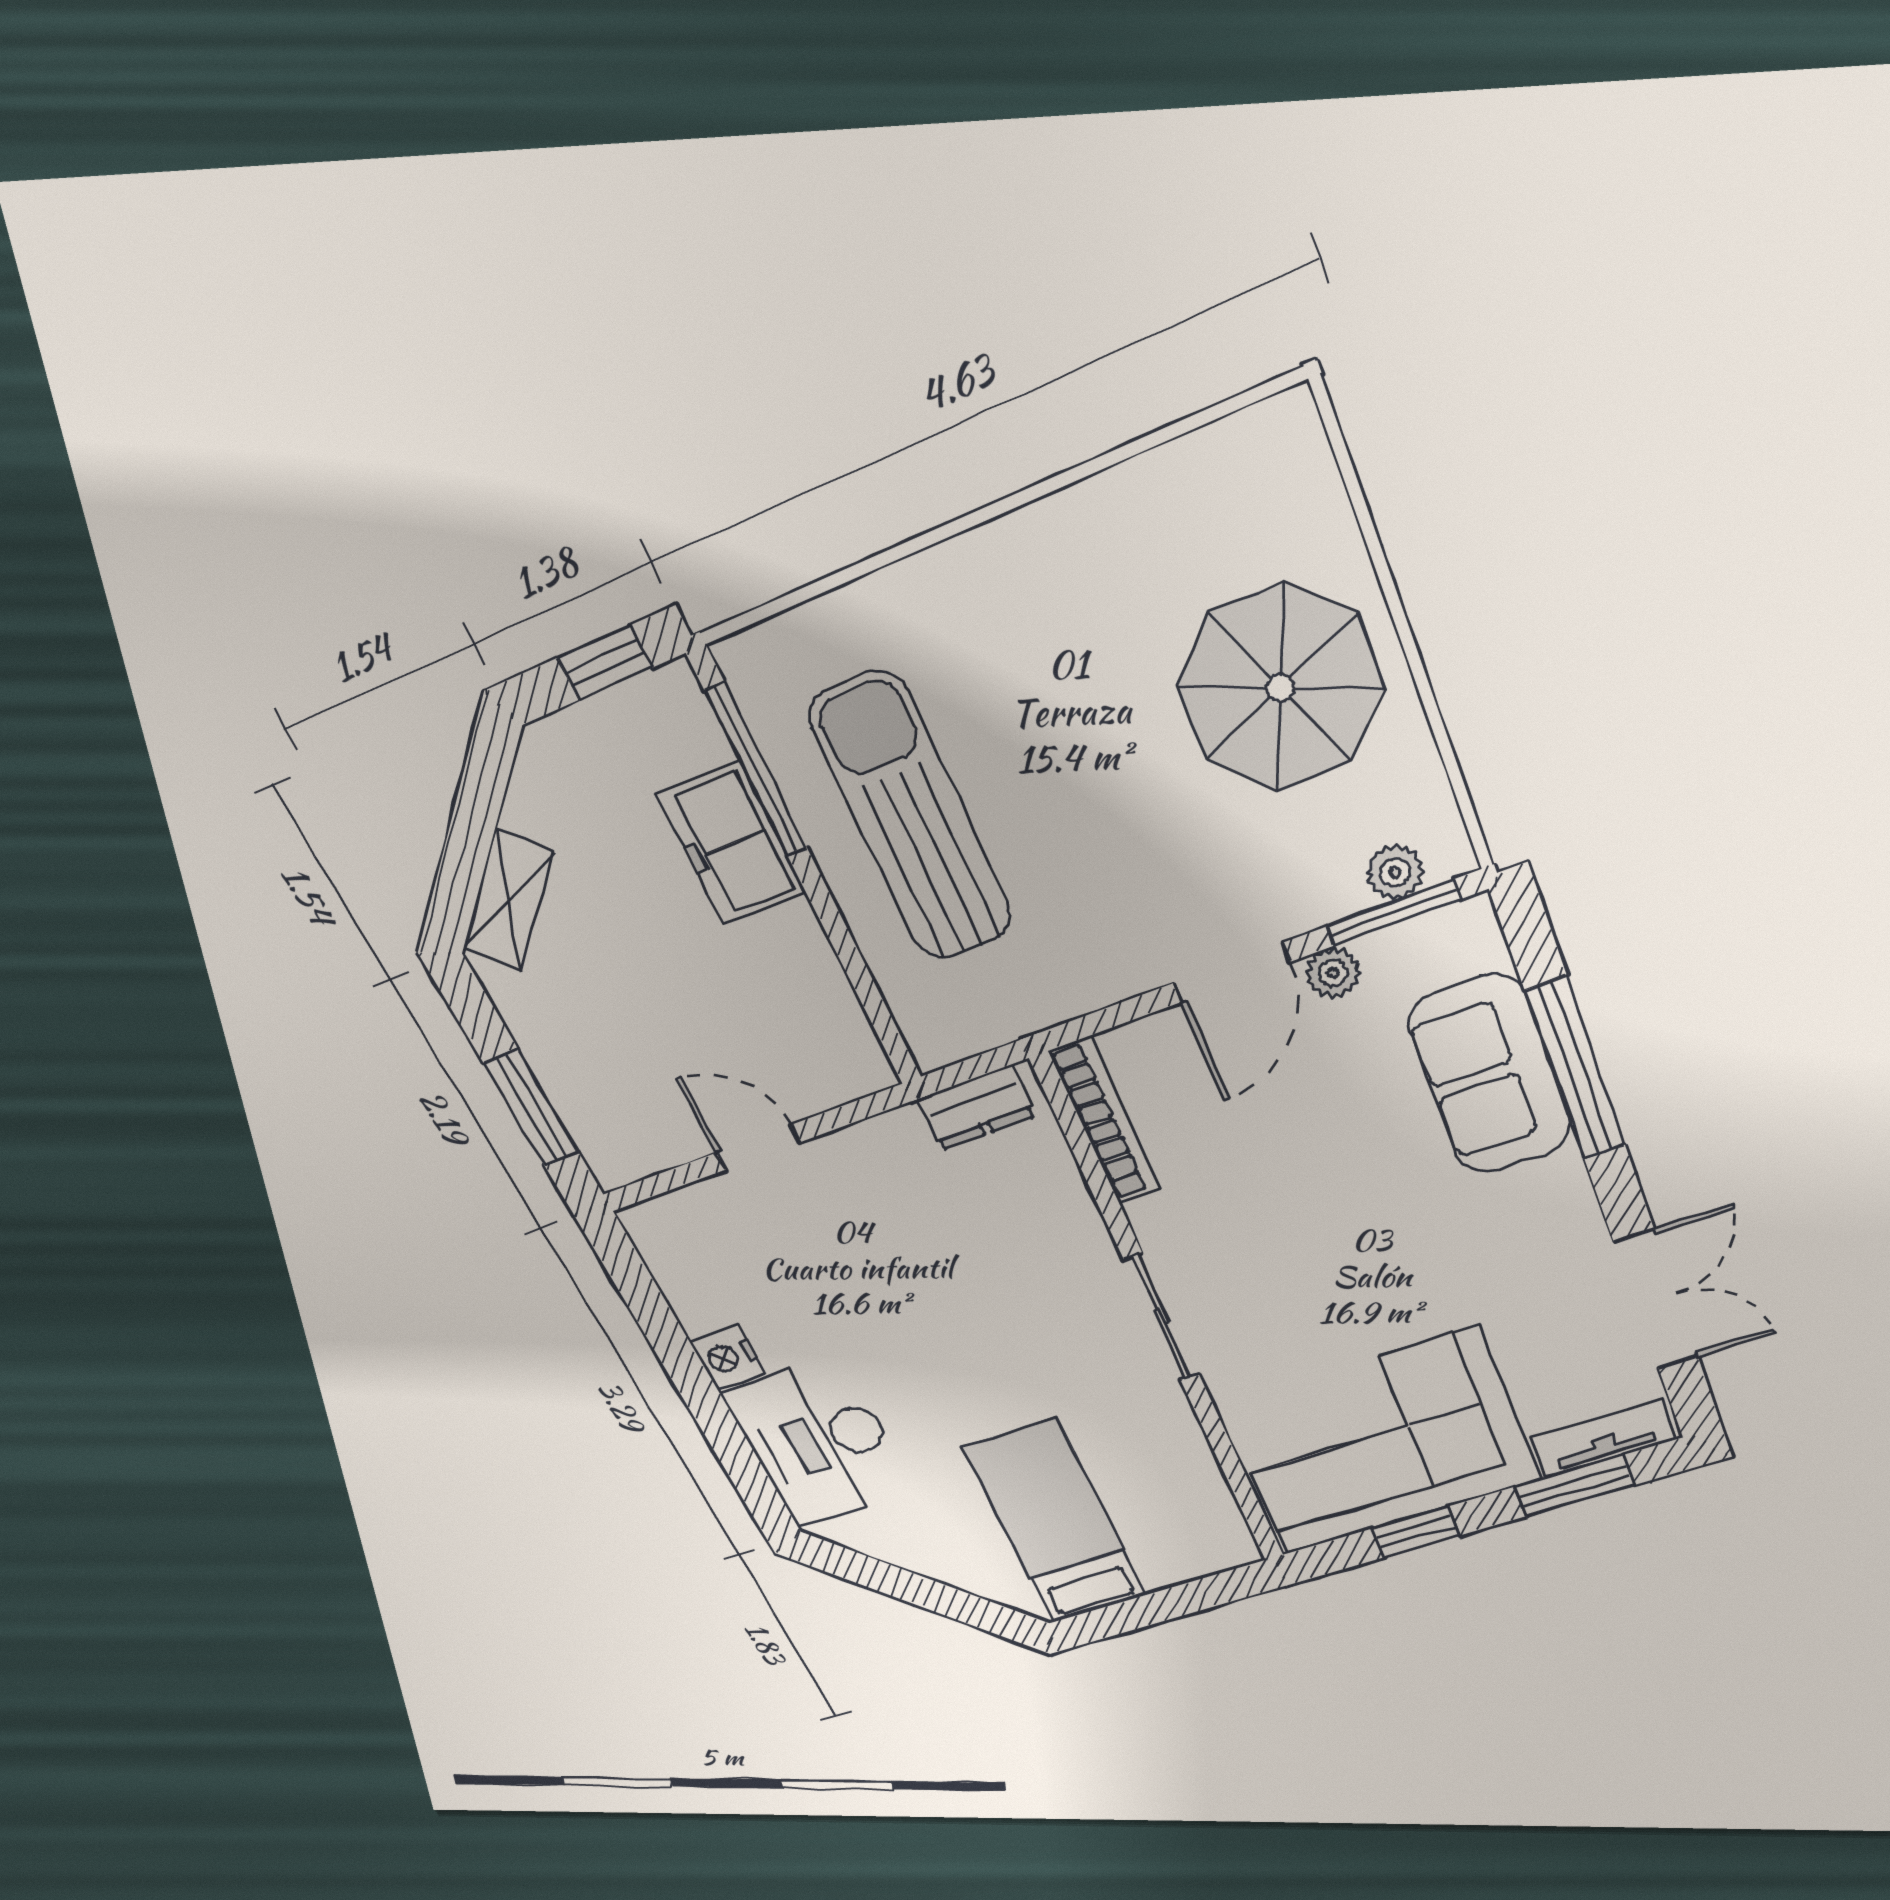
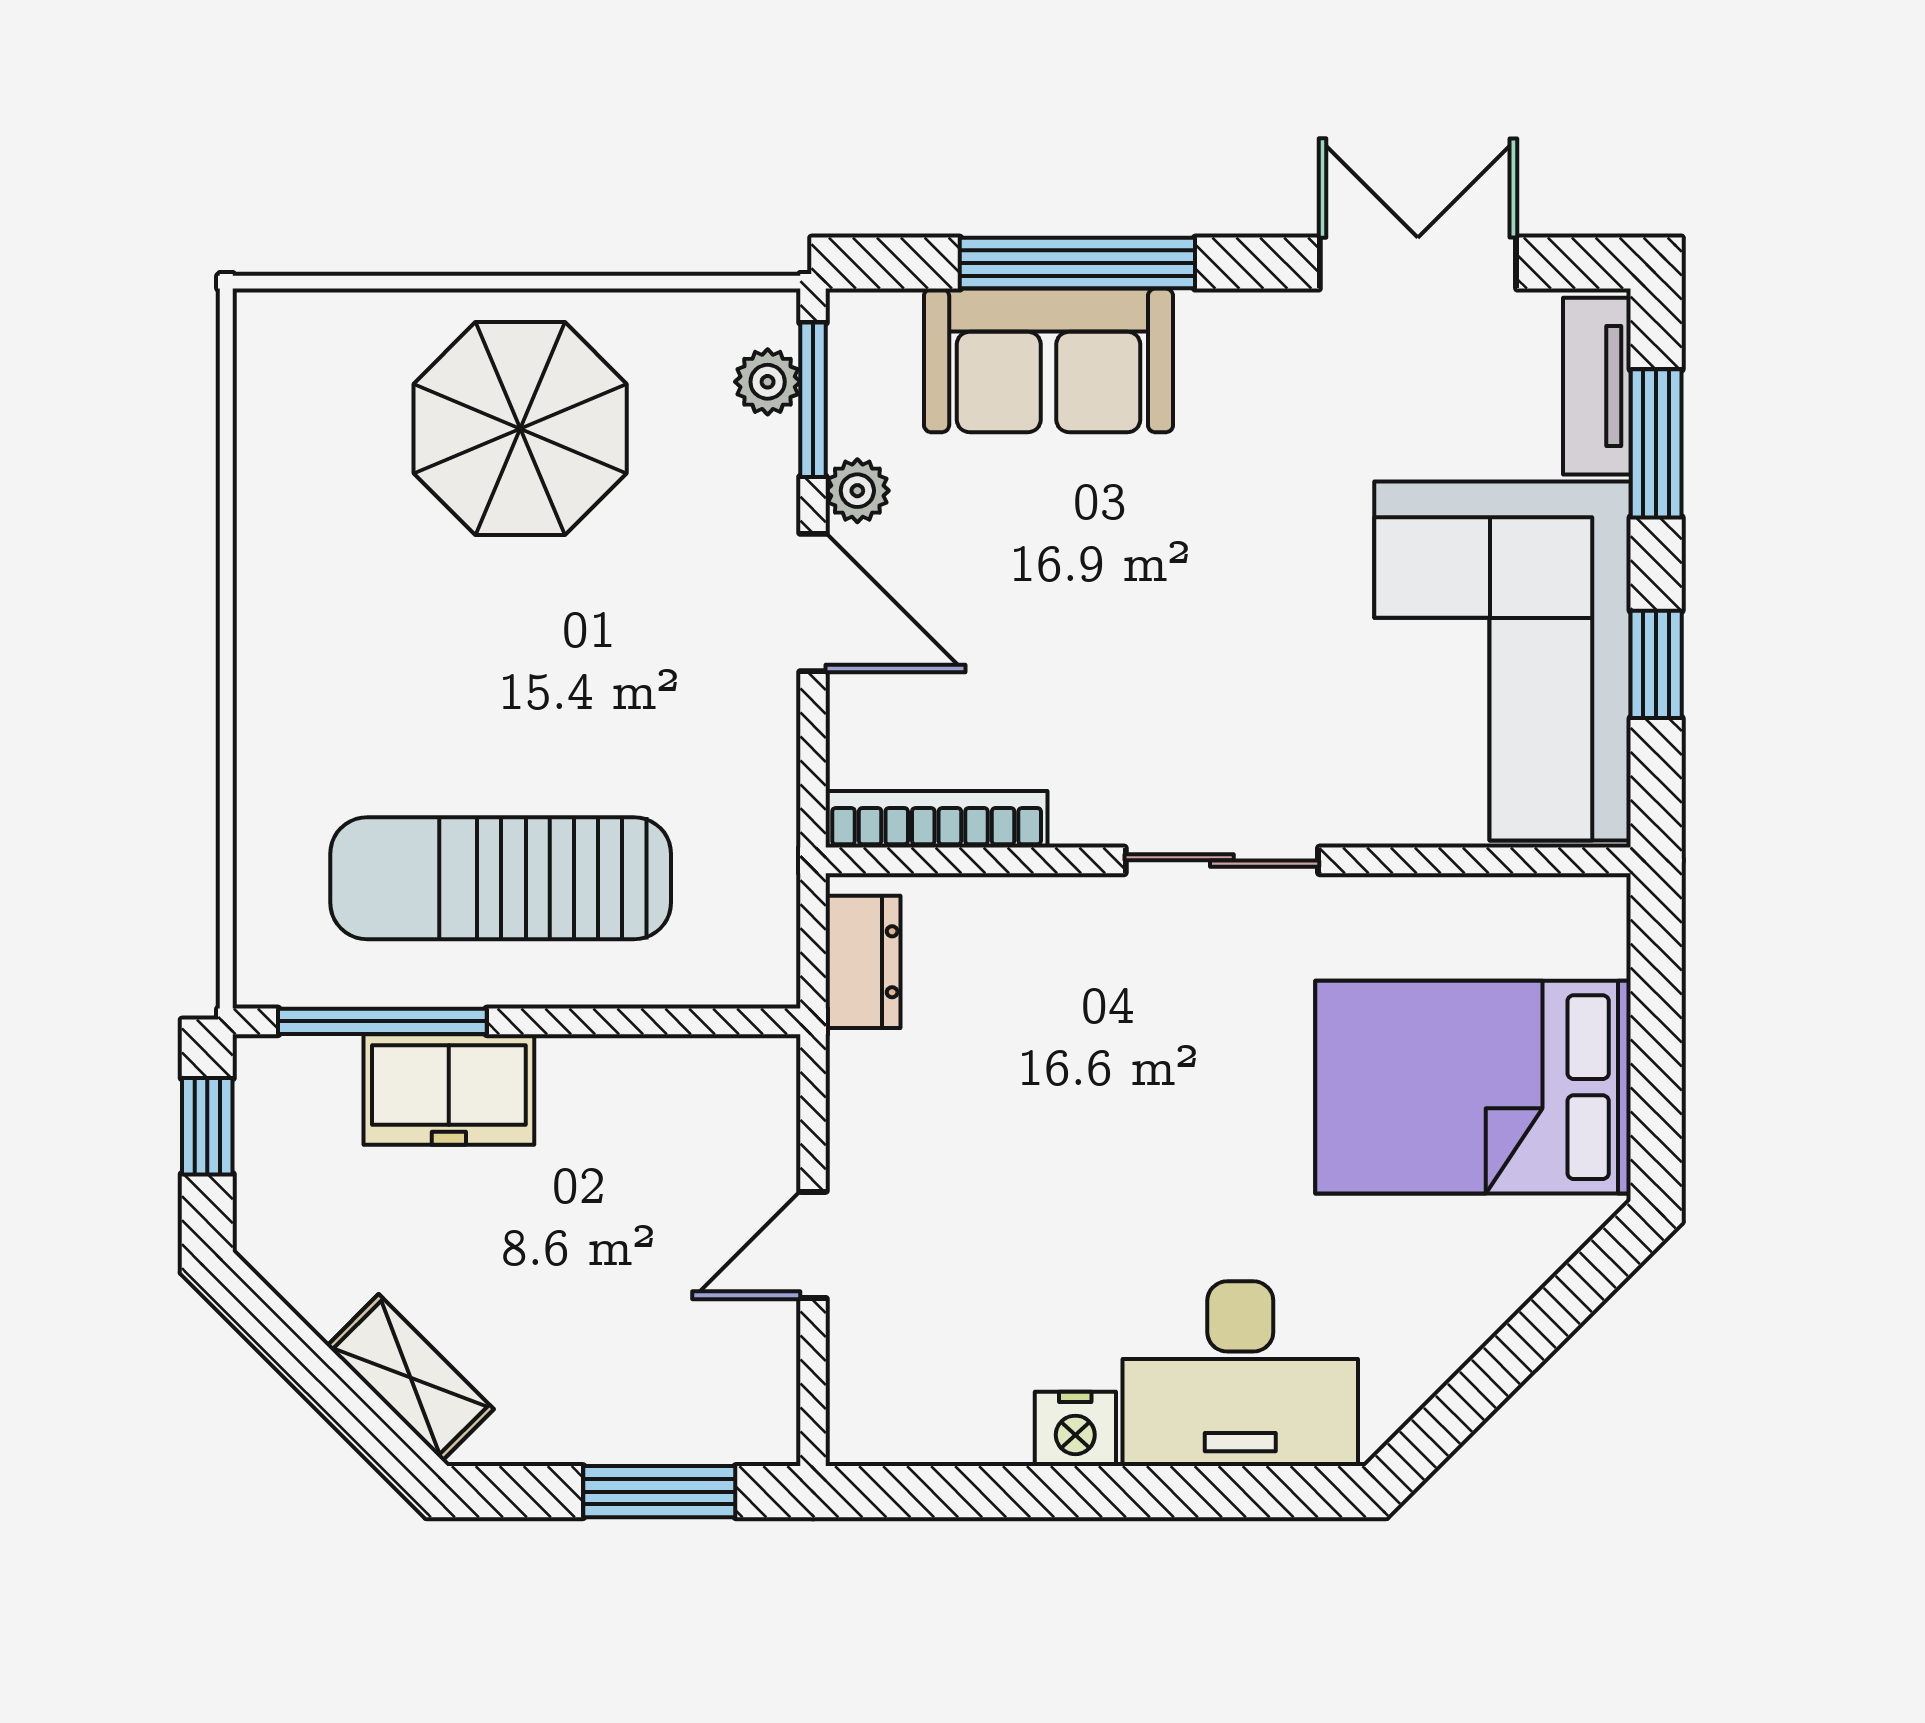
bed: (1055, 1522) -> (1473, 1087), width x1.50

